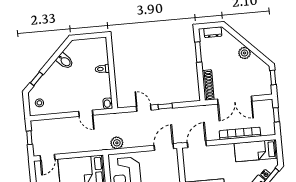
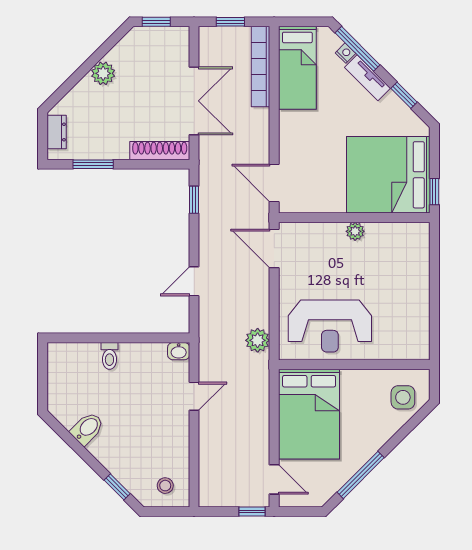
window: (165, 106) -> (194, 200), moved
bookcase: (240, 133) -> (261, 67), moved
window: (29, 138) -> (252, 512), moved

